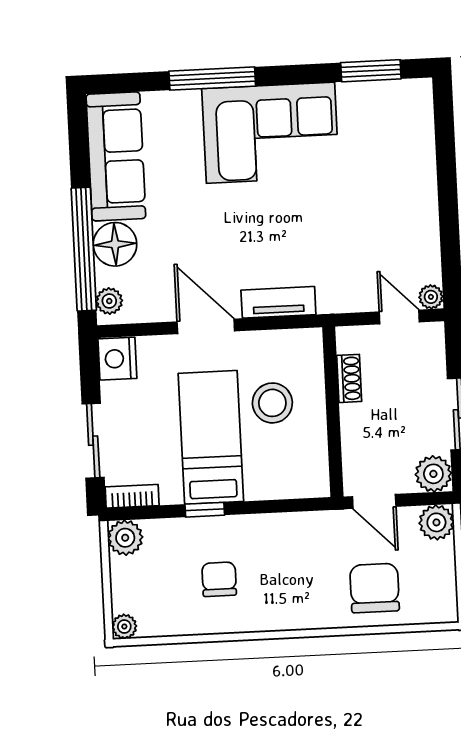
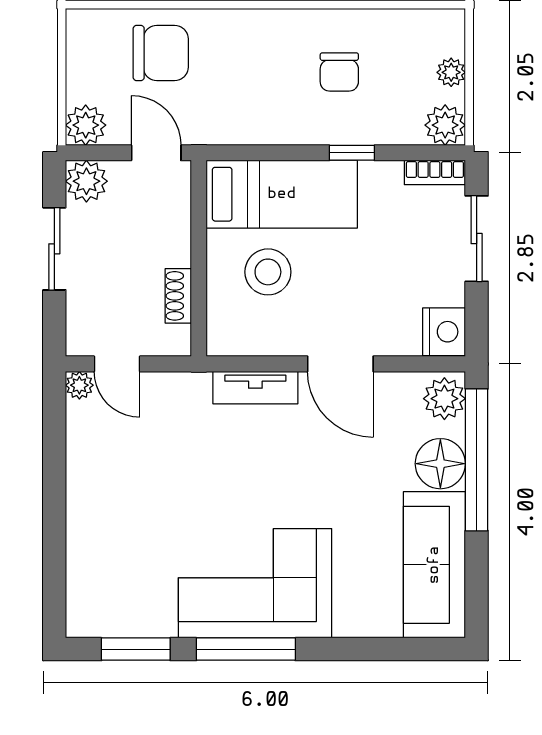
window: (212, 79) -> (246, 649), moved
plant: (109, 301) -> (444, 399), width x1.38, depth x1.38
bed: (211, 437) -> (282, 194), moved, turned -90
chair: (375, 588) -> (161, 53), turned -90
plant: (124, 627) -> (451, 72), moved

